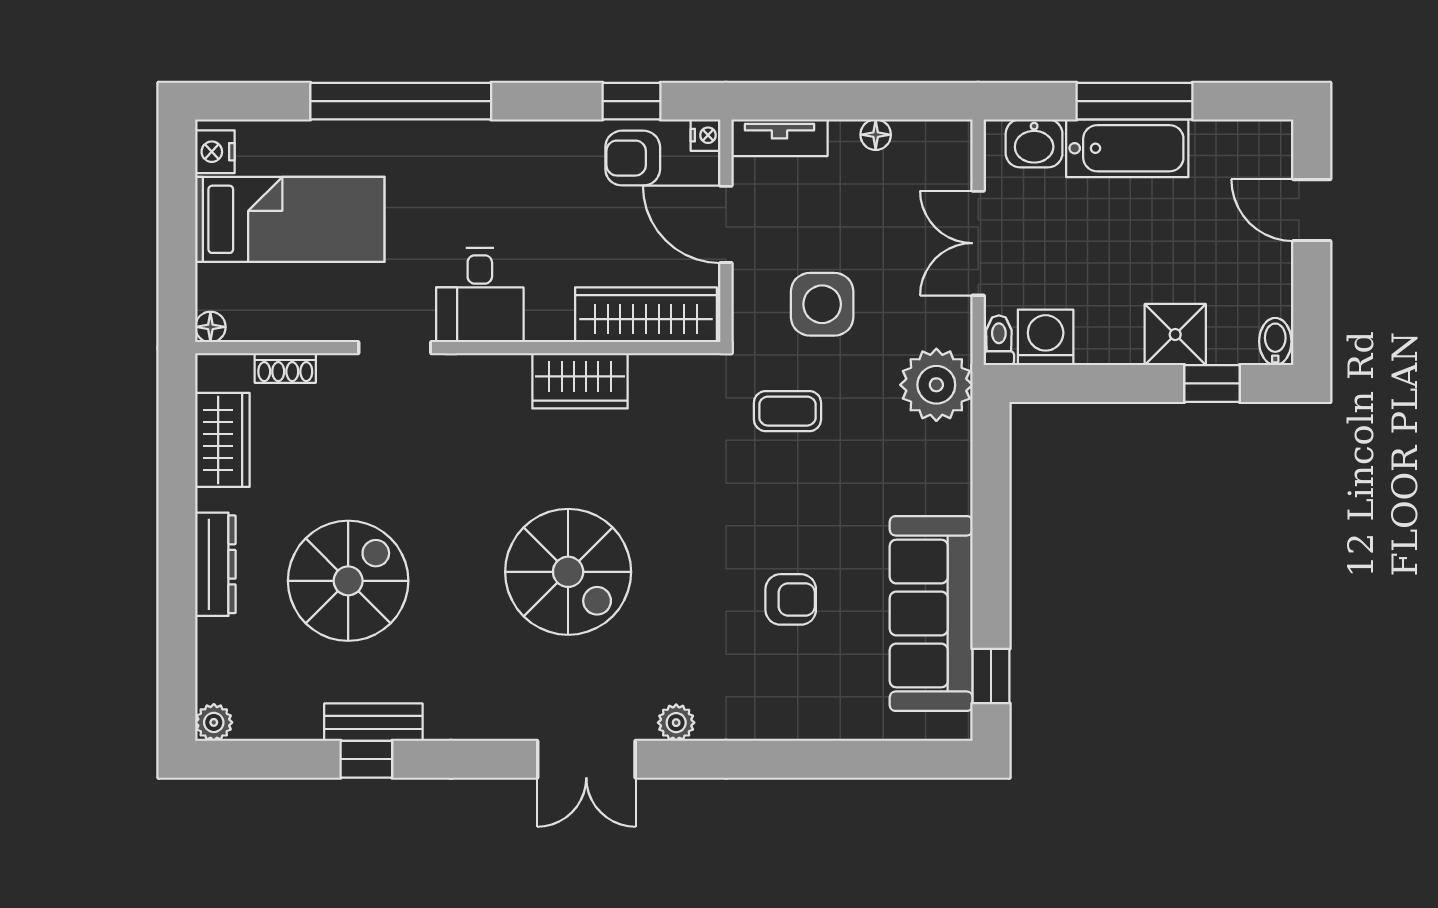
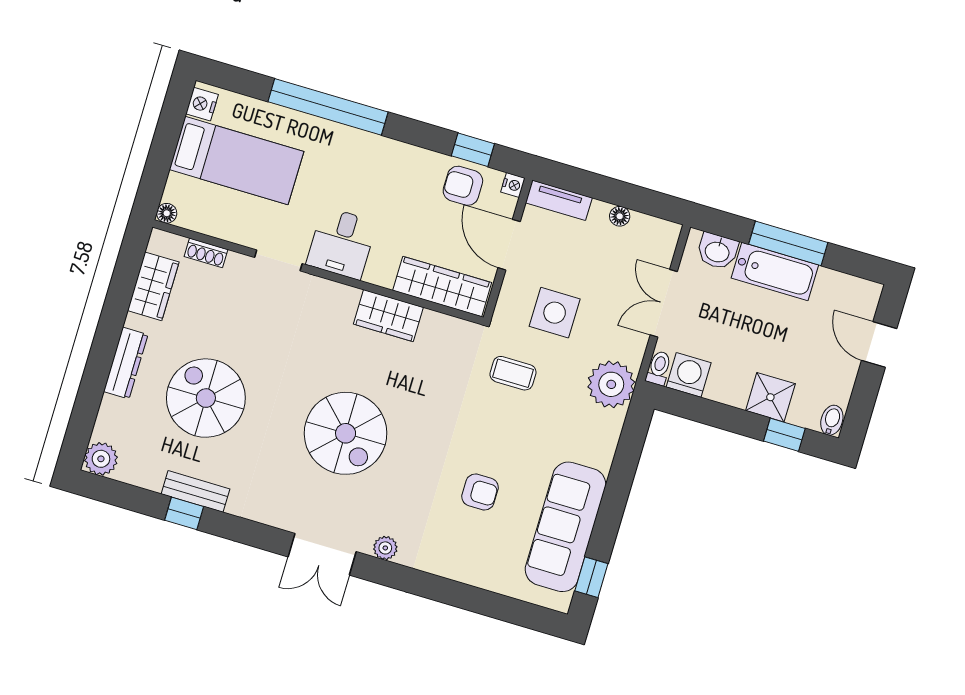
spiral stairs: (348, 581) -> (206, 398), turned -90
plant: (214, 722) -> (101, 459), width x1.38, depth x1.38

